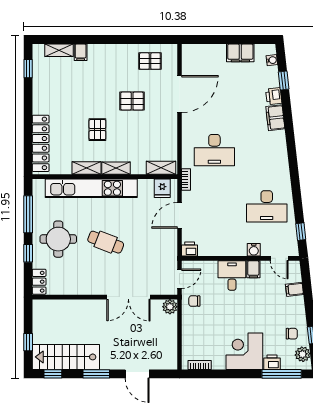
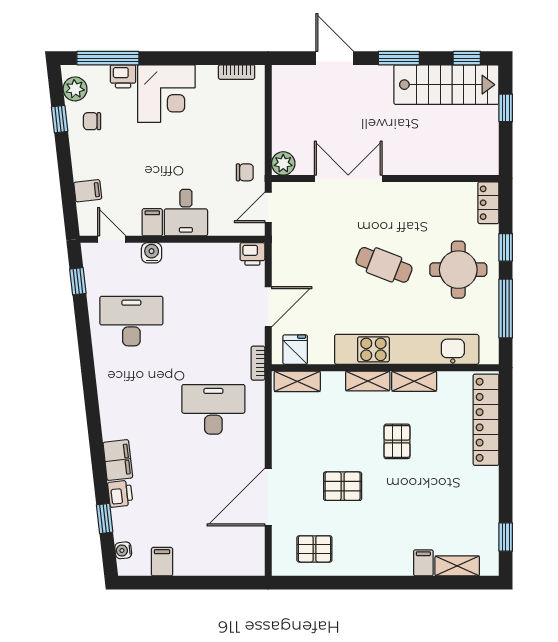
filing cabinet: (240, 53) -> (162, 562), width x0.50

